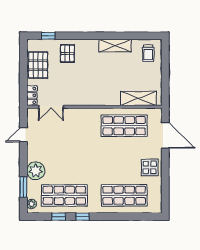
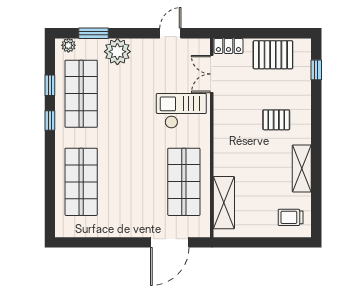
pallet: (67, 53) -> (276, 120), moved
checkout: (76, 127) -> (181, 111), added
door: (23, 135) -> (170, 33), hinge flipped
display table: (150, 167) -> (122, 219), removed

